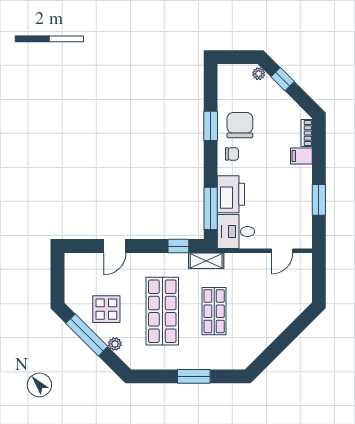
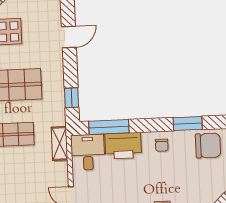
chair: (240, 125) -> (208, 146), moved
door: (115, 246) -> (69, 37), swing flipped
shelving: (206, 261) -> (60, 143), moved

